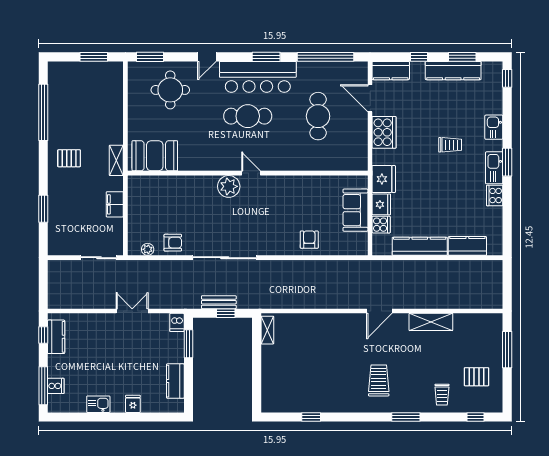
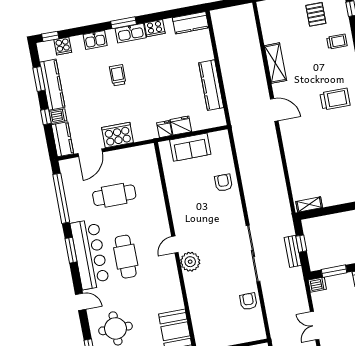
dishwasher: (417, 70) -> (58, 116), added
fridge: (384, 179) -> (164, 129), width x0.53, depth x0.75
cooker: (381, 225) -> (63, 46), moved, turned 180
armchair: (309, 240) -> (223, 183), turned 90
kitchen counter: (467, 246) -> (191, 23), moved, turned -90
plant: (148, 249) -> (258, 322), removed
trolley: (379, 381) -> (335, 99), turned 180

